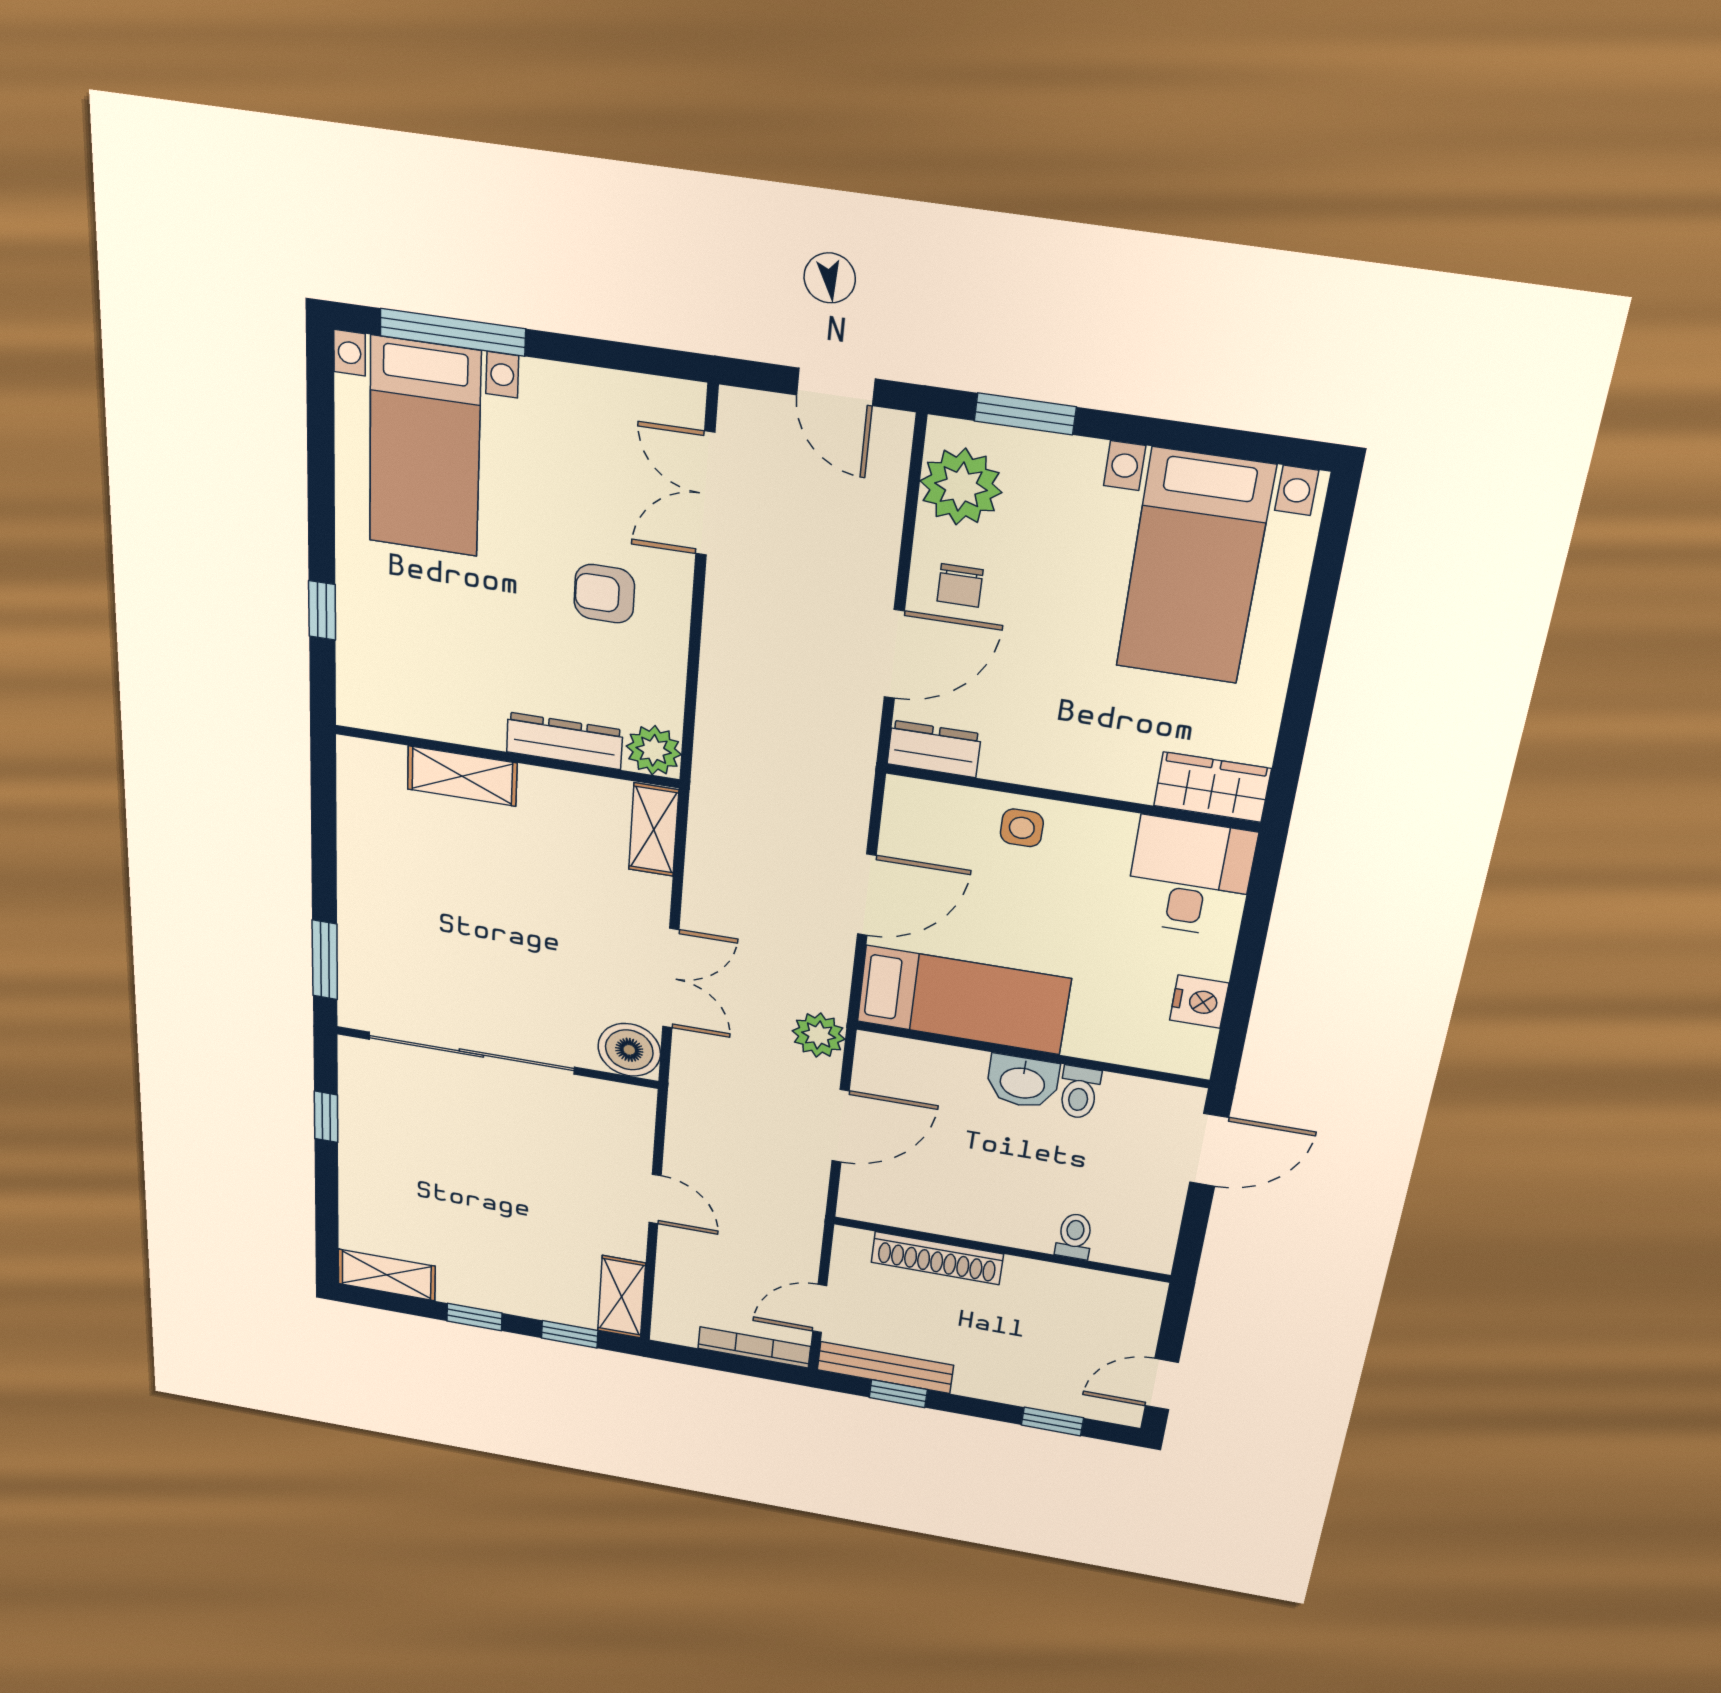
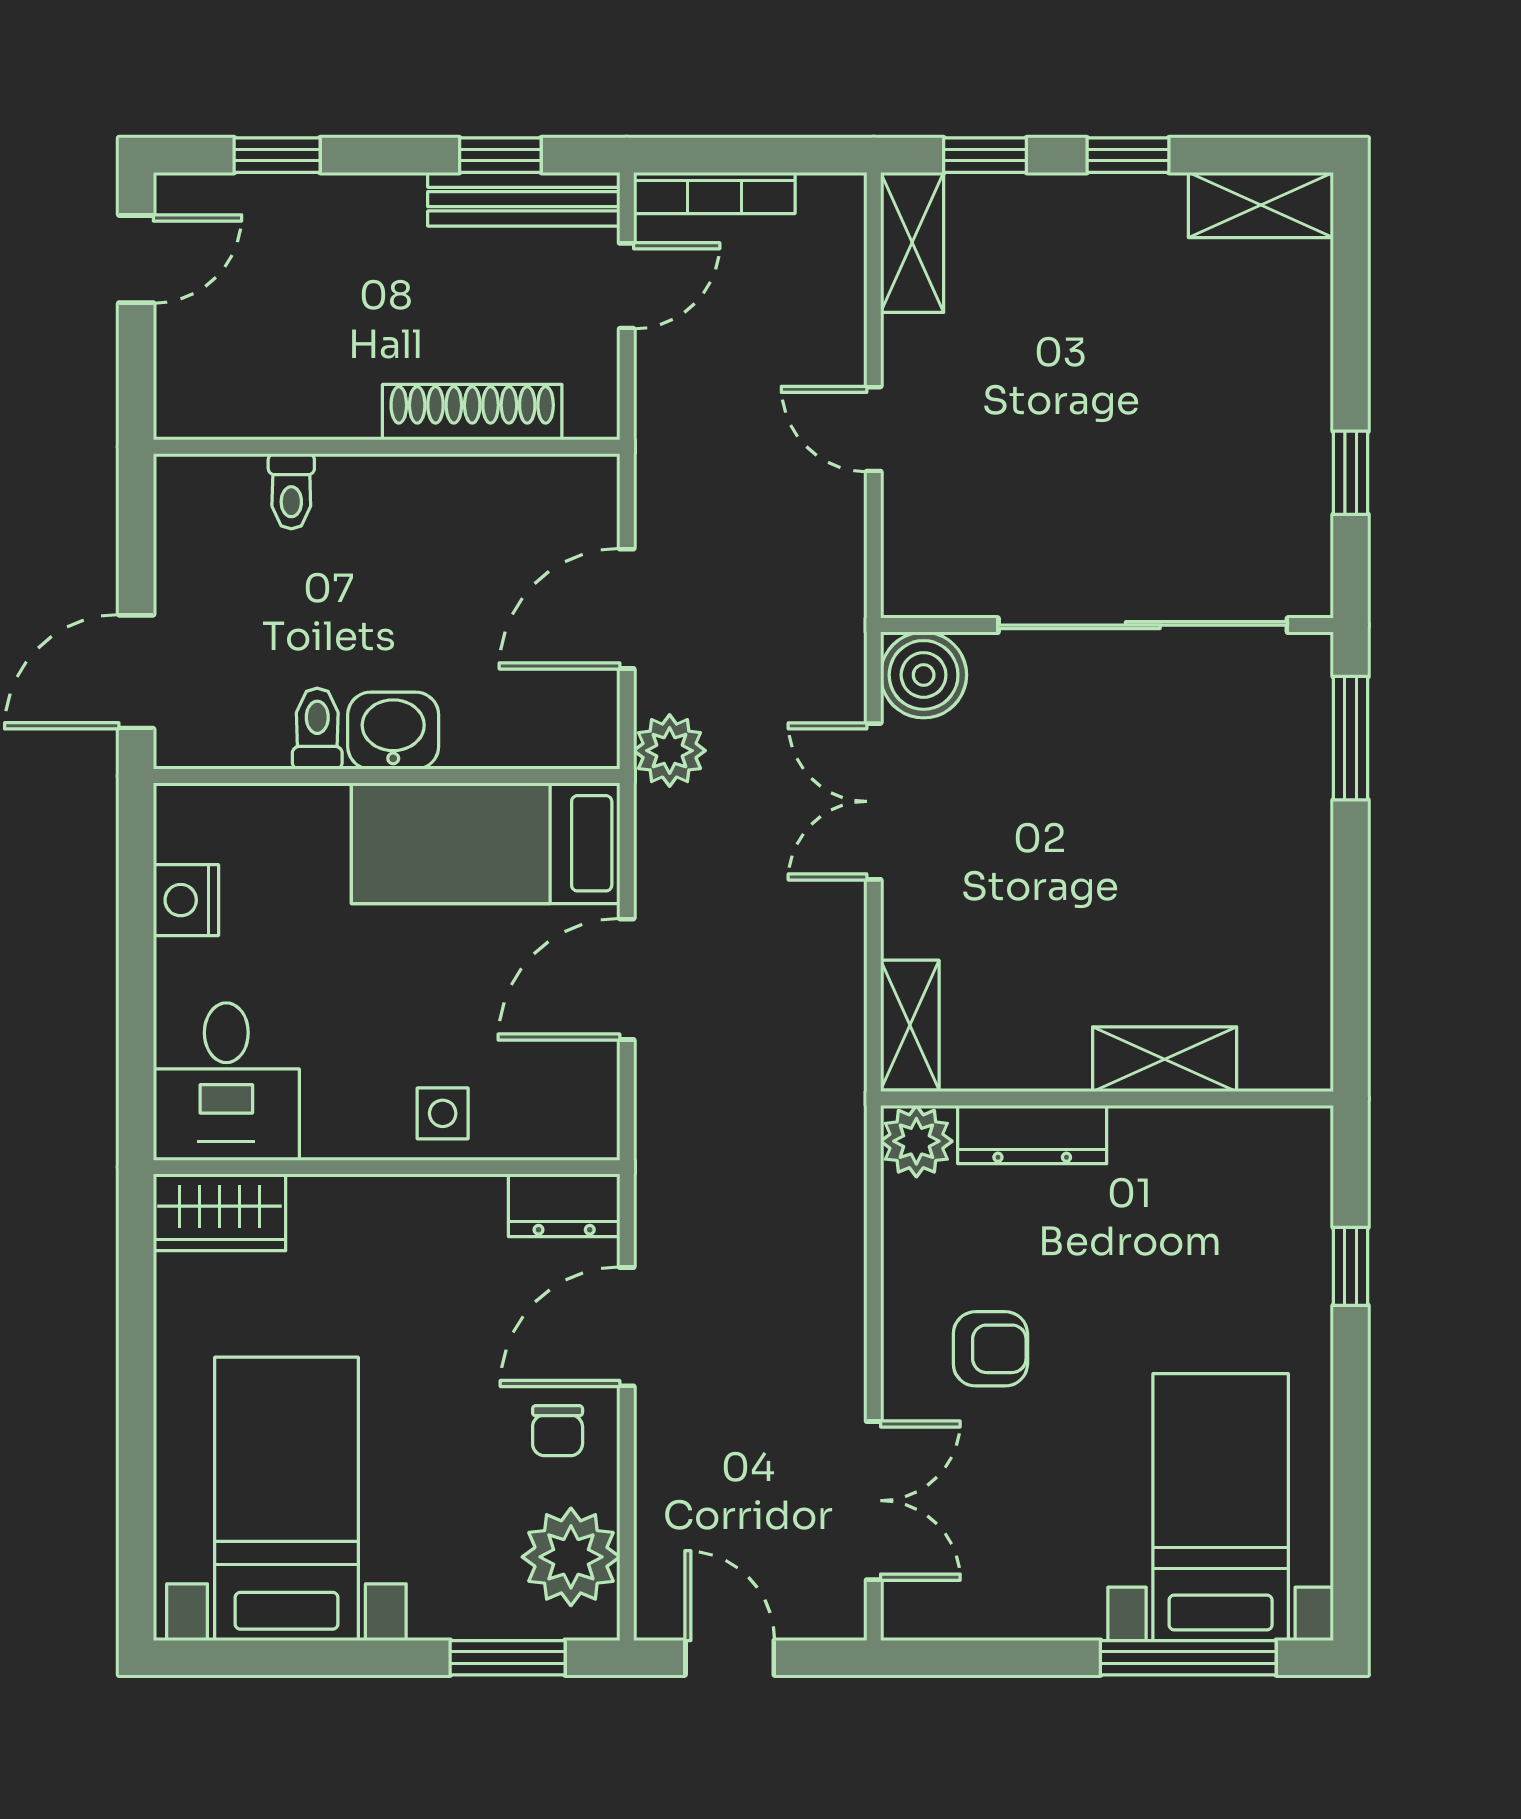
chair: (960, 585) -> (558, 1431), turned 180

